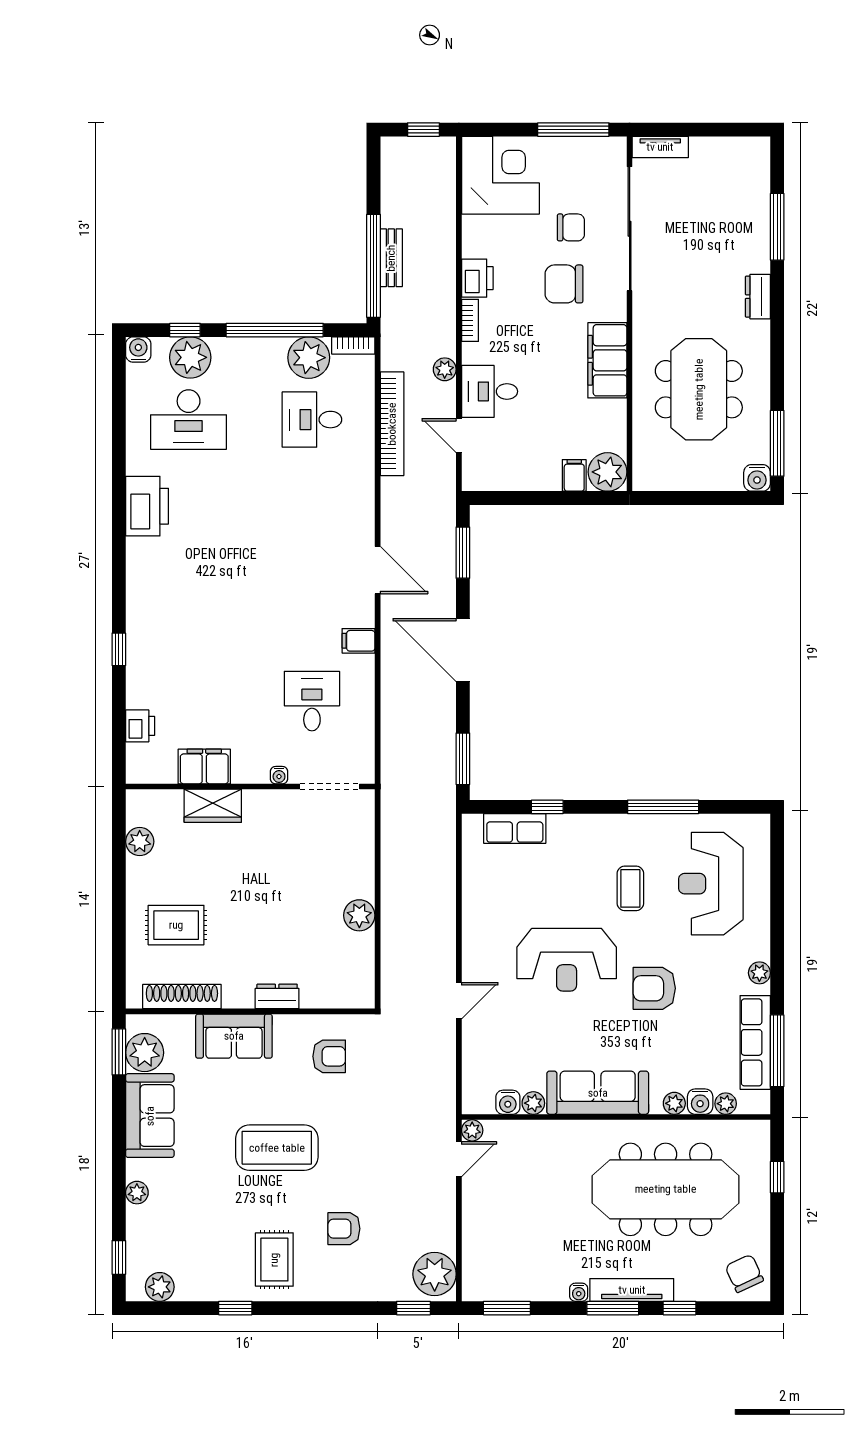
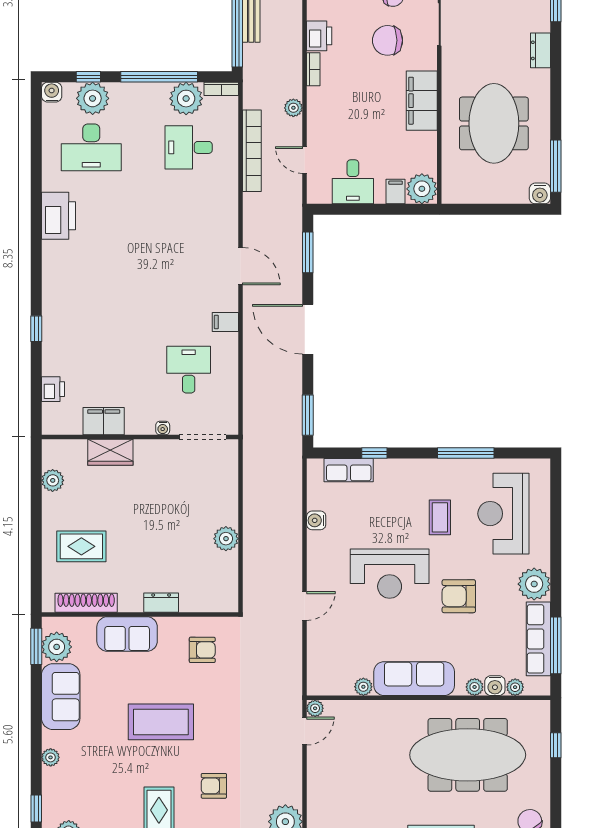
desk: (490, 391) -> (353, 182), moved, turned -90
plant: (759, 973) -> (534, 584), width x1.88, depth x1.88
water cooler: (508, 1102) -> (316, 520), moved, turned 90

